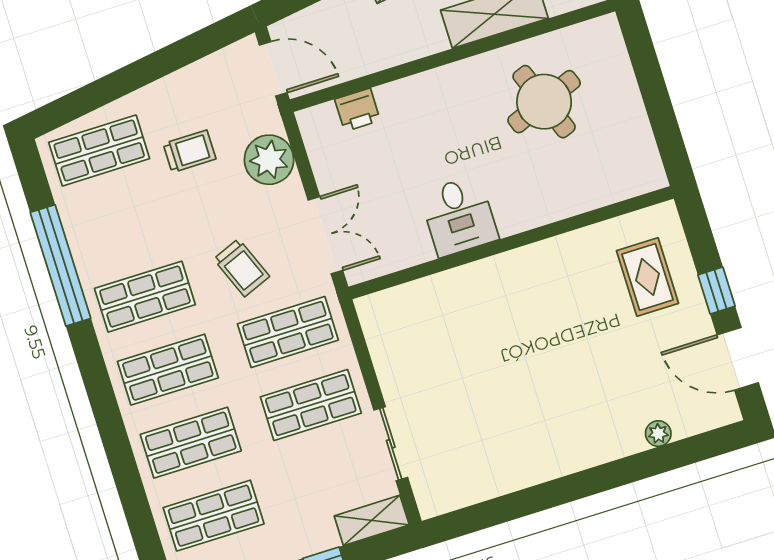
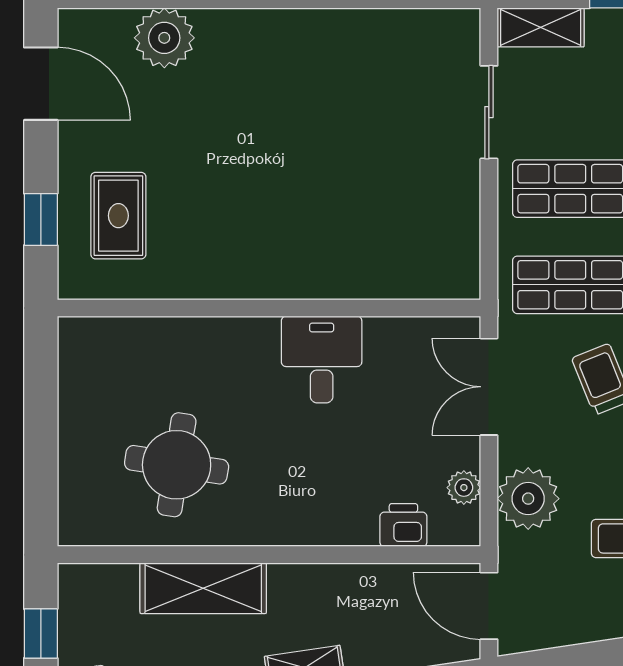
round table: (544, 102) -> (177, 465), turned 30
plant: (320, 153) -> (464, 488), added
window: (716, 290) -> (41, 219), moved
plant: (658, 434) -> (164, 38), width x1.88, depth x1.88

